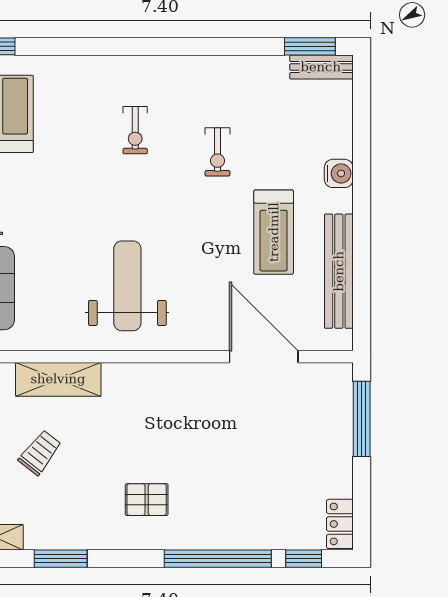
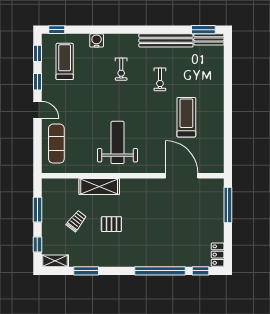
water cooler: (339, 173) -> (97, 40), moved, turned -90
treadmill: (274, 232) -> (186, 117), turned 180
bench: (339, 271) -> (166, 40), moved, turned 90
shelving: (58, 379) -> (99, 186), moved
pallet: (147, 500) -> (111, 224), moved

